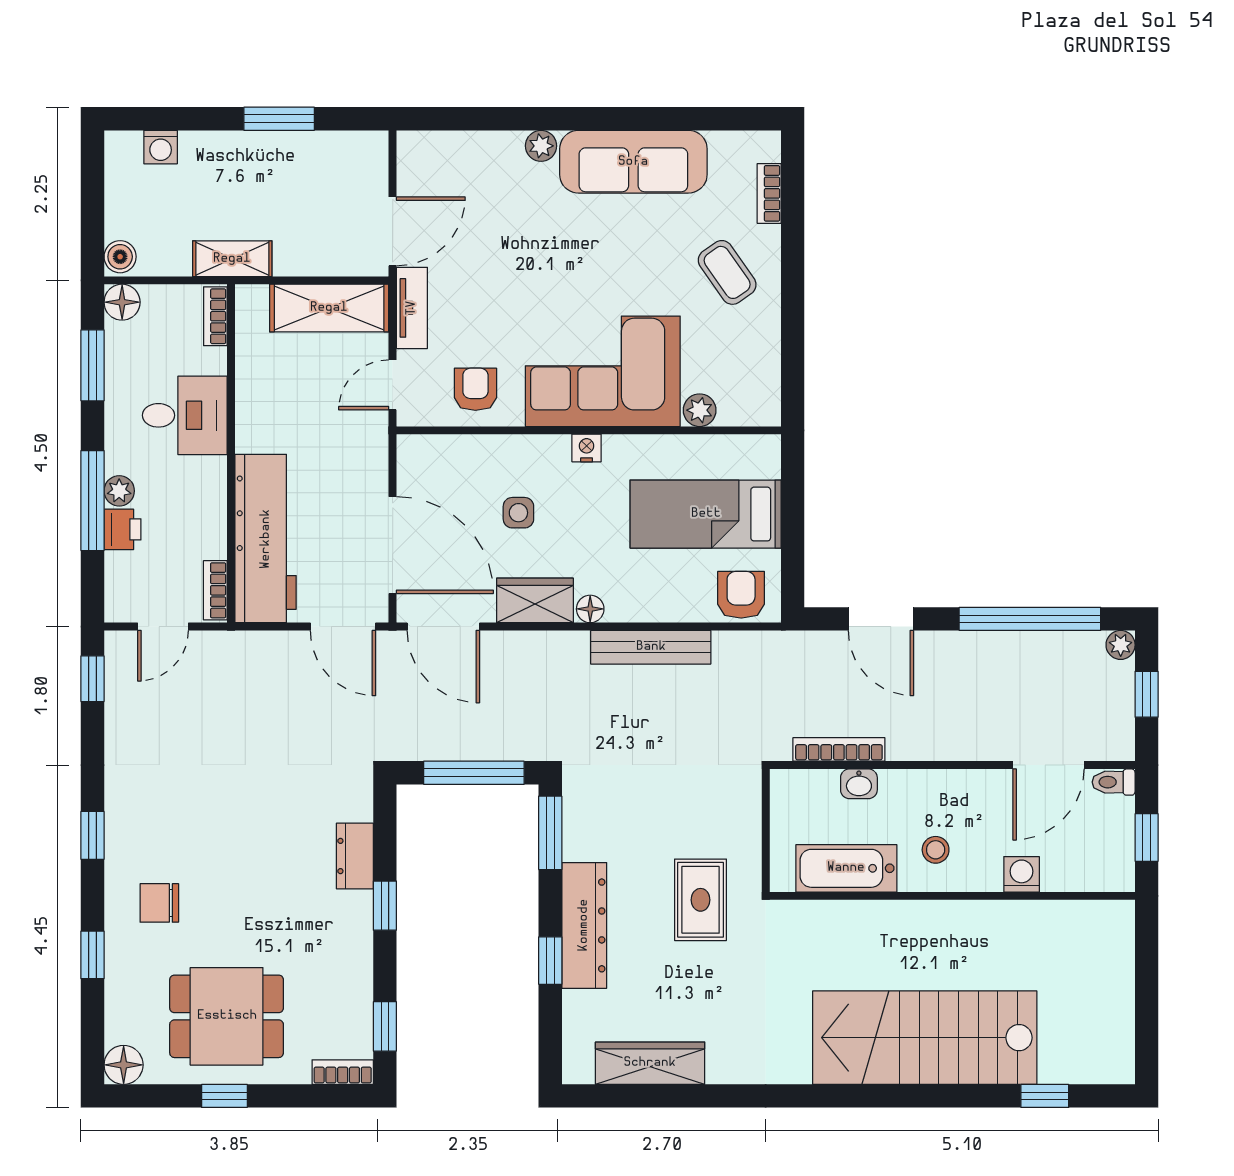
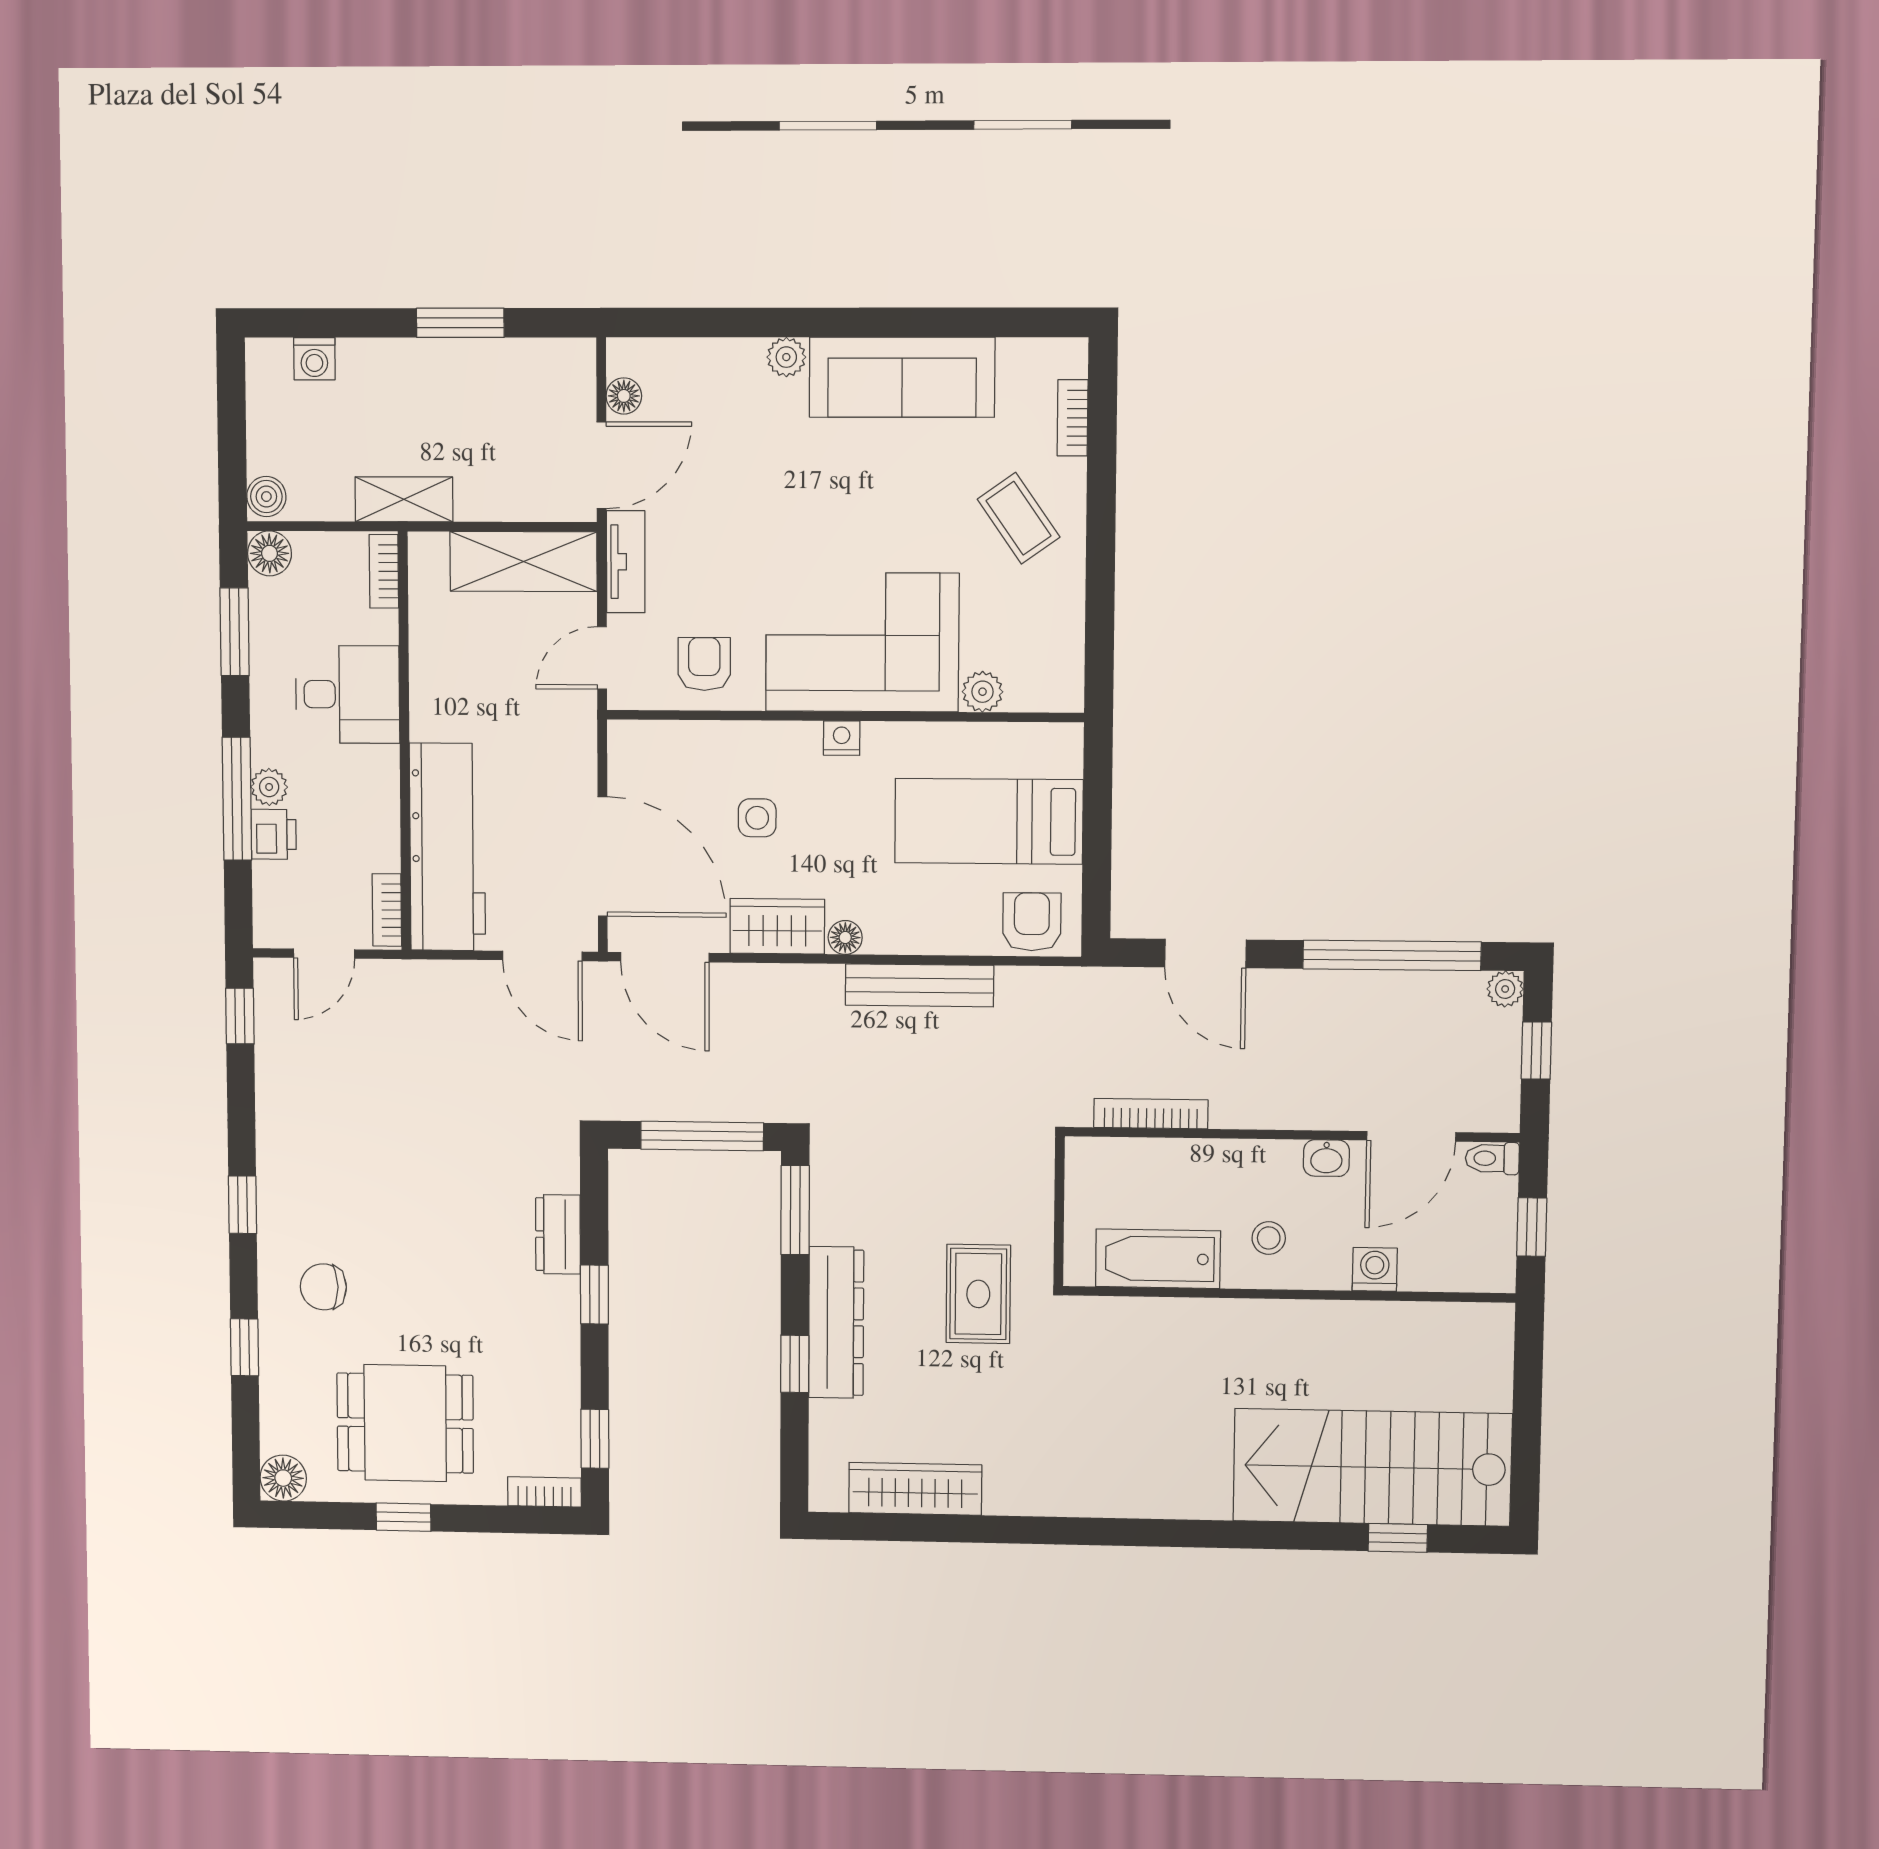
floor lamp: (411, 176) -> (624, 396), added
washbasin: (859, 784) -> (1326, 1158), moved
stairs: (925, 1038) -> (1372, 1467), moved

